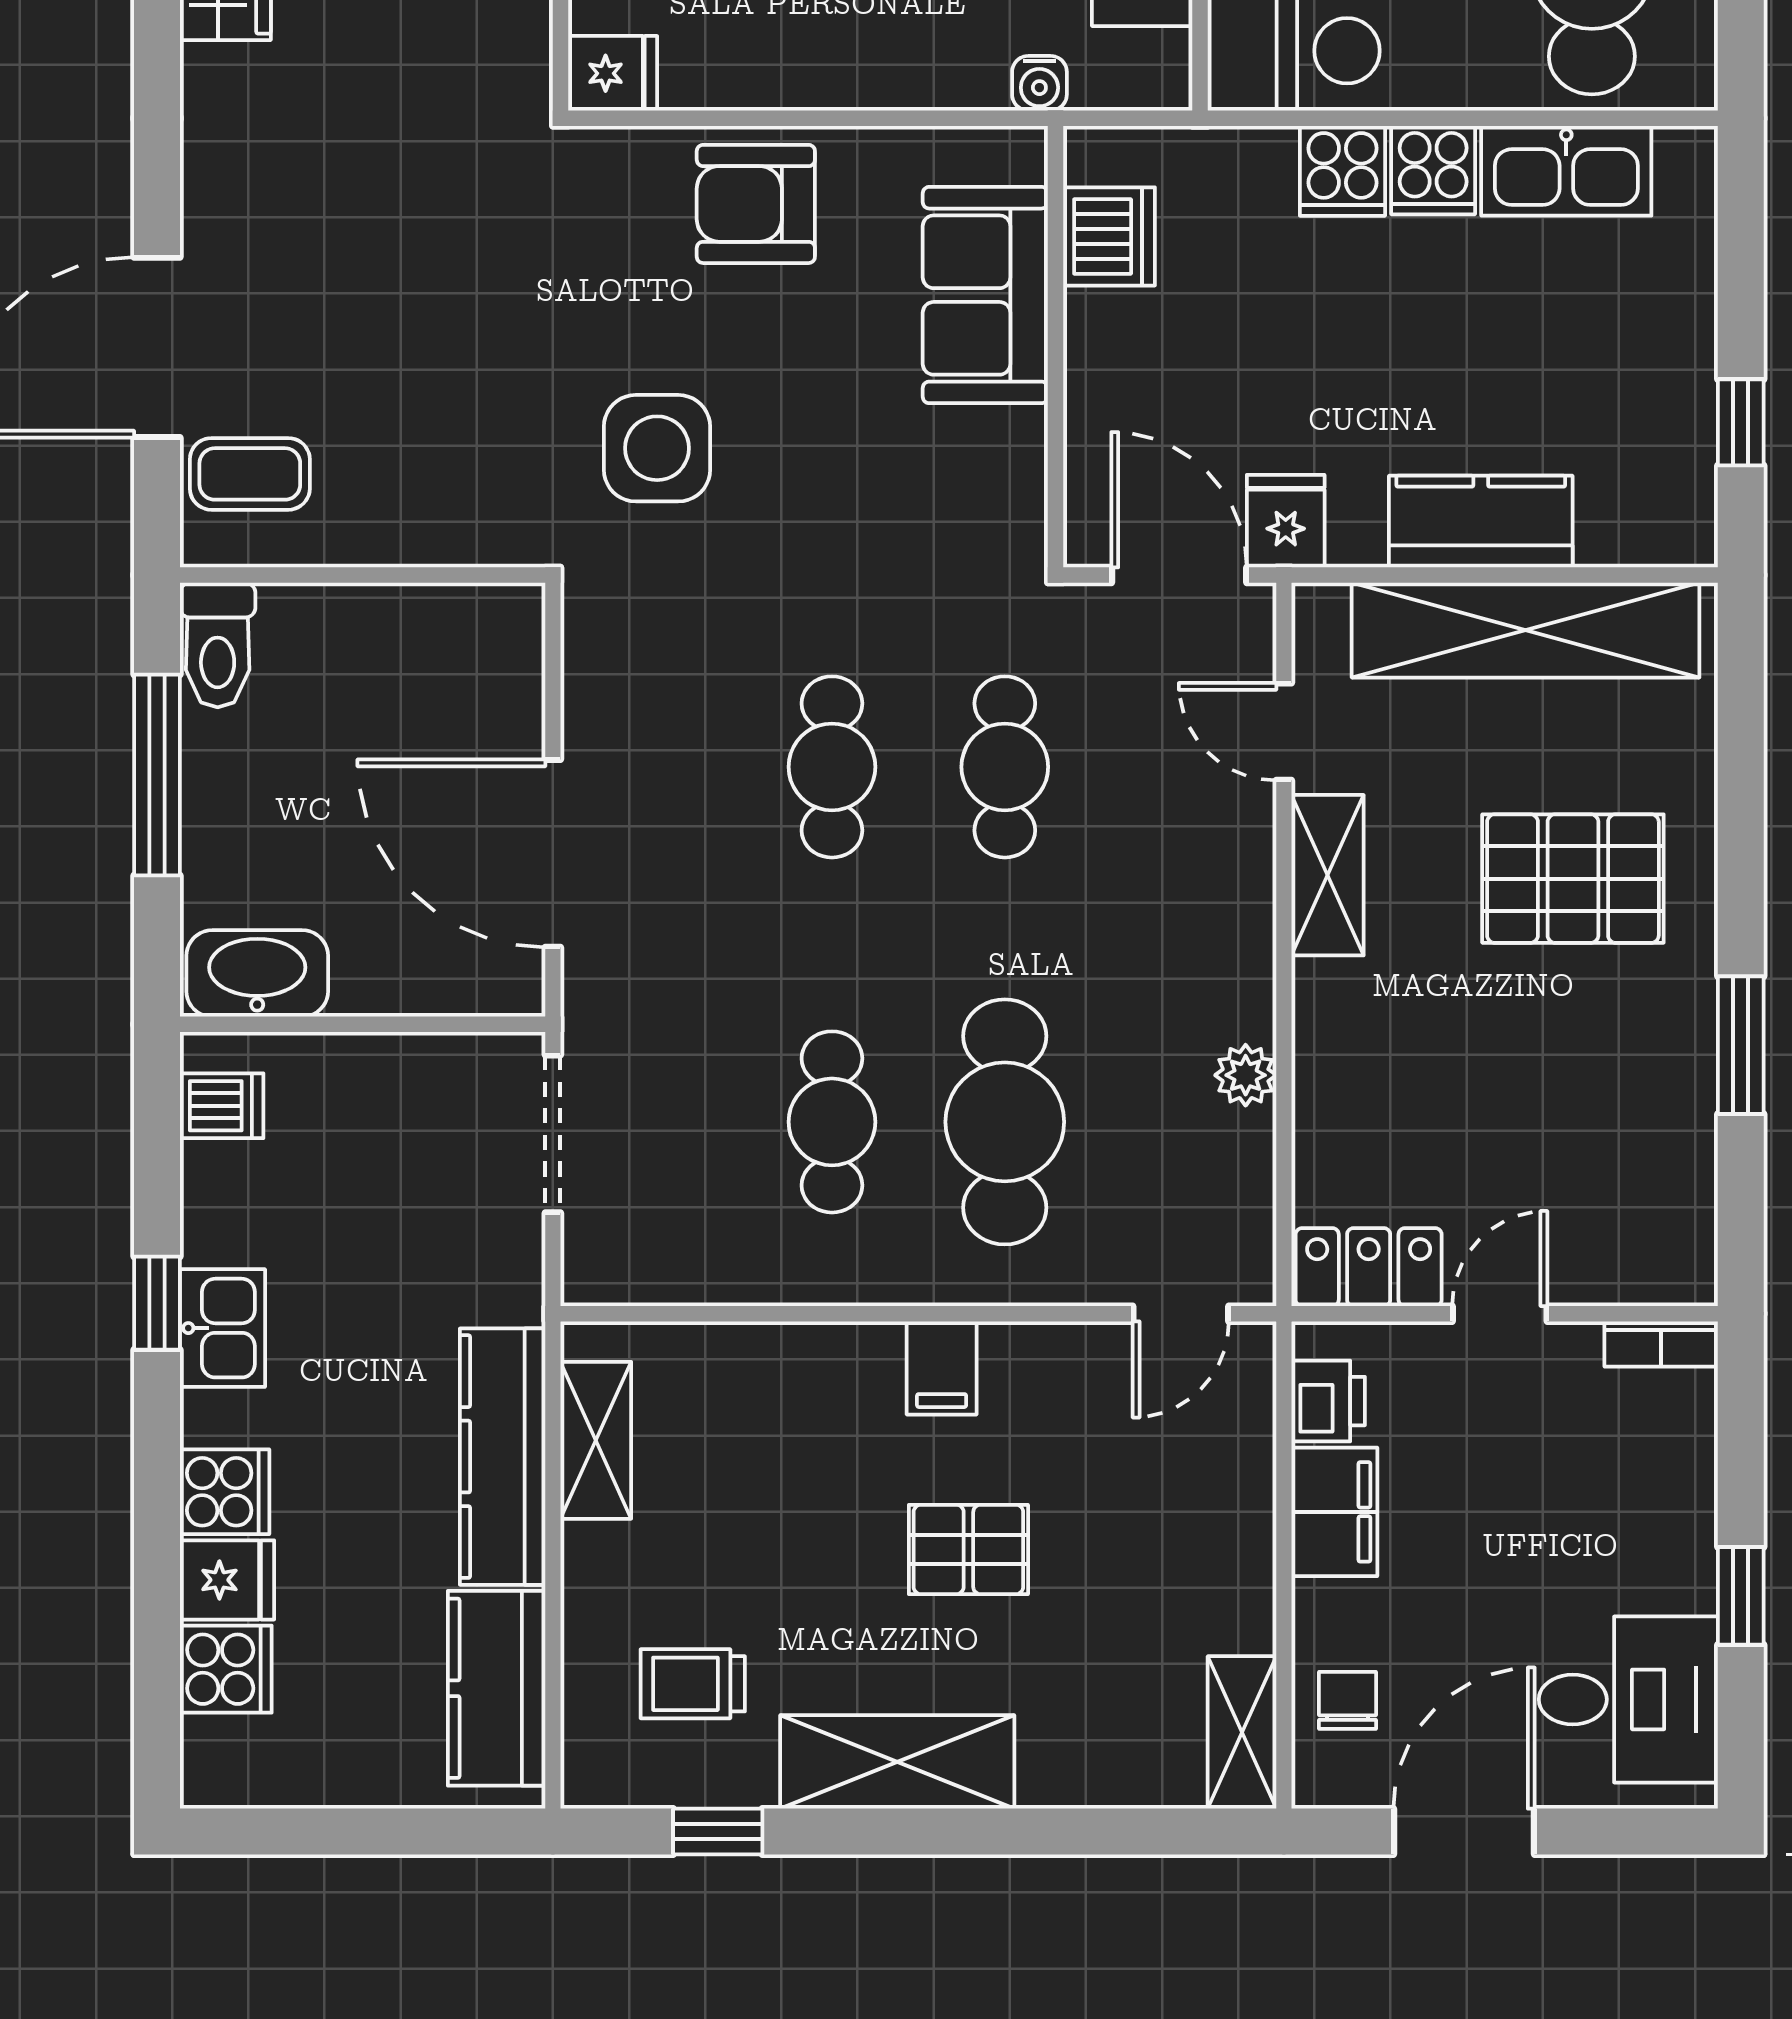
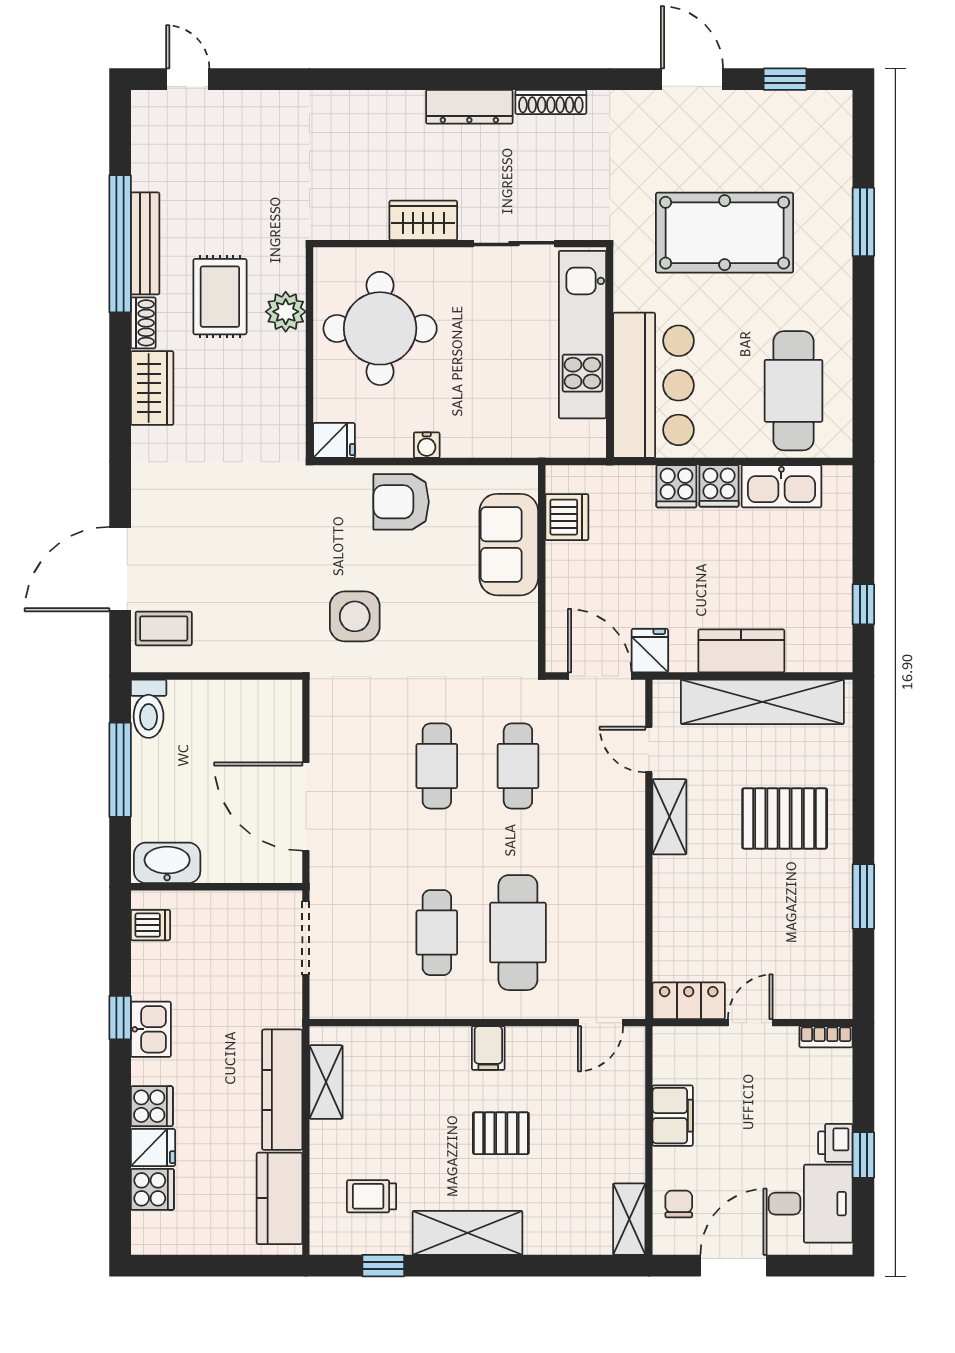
water cooler: (1039, 83) -> (427, 445), moved
plant: (1246, 1075) -> (631, 911), removed
printer: (1328, 1401) -> (835, 1143), moved, turned 180

